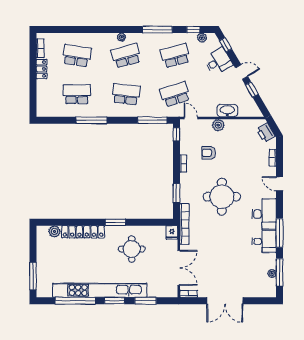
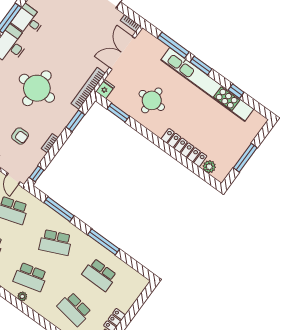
school desk: (126, 94) -> (56, 243), turned -30
window: (152, 120) -> (59, 209), moved
window: (115, 222) -> (118, 113), moved
window: (33, 276) -> (245, 158), moved
window: (75, 301) -> (236, 91), width x0.32
window: (146, 301) -> (173, 45), width x1.44

